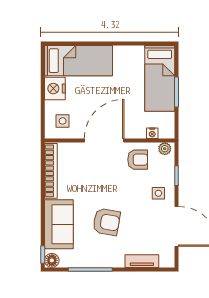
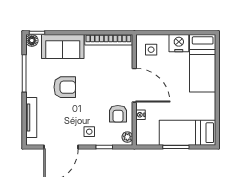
nightstand: (152, 133) -> (141, 115), moved
armchair: (106, 222) -> (65, 87), turned -100
tv unit: (142, 261) -> (31, 117), width x1.41

